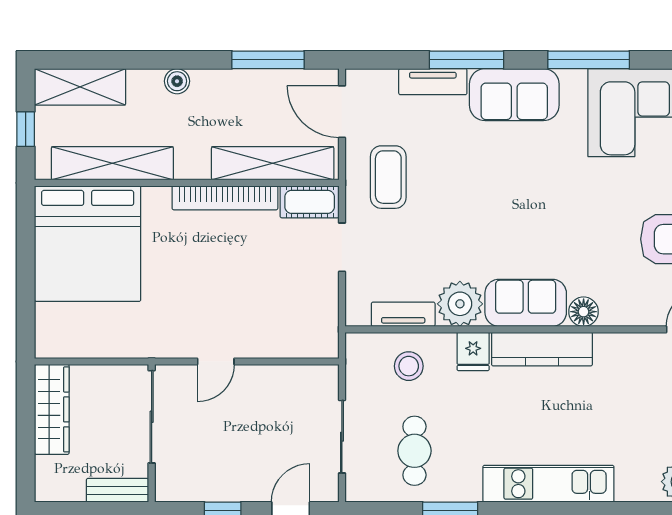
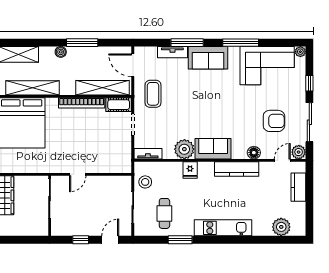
window: (268, 60) -> (82, 43), moved
floor lamp: (584, 312) -> (254, 153), moved
tv unit: (403, 314) -> (148, 154), moved
kitchen counter: (542, 349) -> (237, 169), moved
stool: (409, 366) -> (145, 182), moved
bench: (118, 490) -> (35, 231), removed

